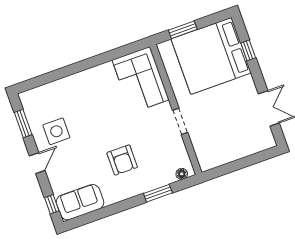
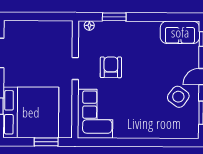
side table: (56, 131) -> (178, 97), turned 36
armchair: (122, 160) -> (111, 67), moved

